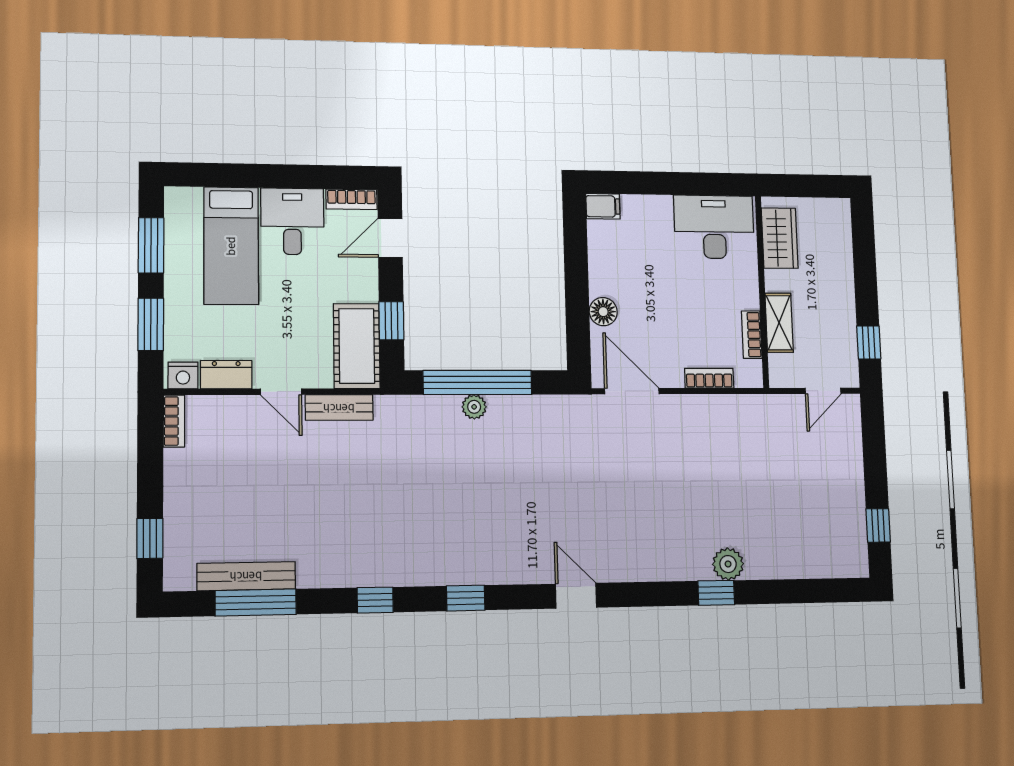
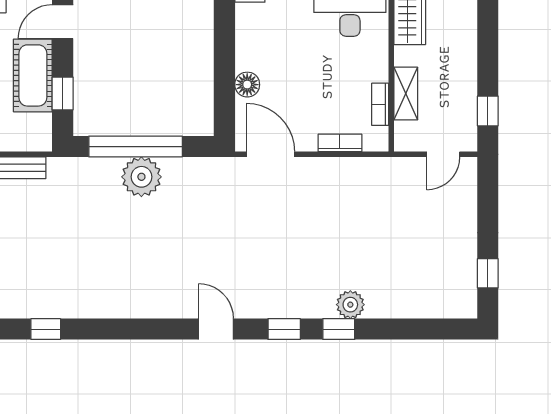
cot: (357, 346) -> (33, 75), moved
plant: (474, 407) -> (141, 177), width x1.87, depth x1.87
window: (466, 598) -> (284, 329), moved

